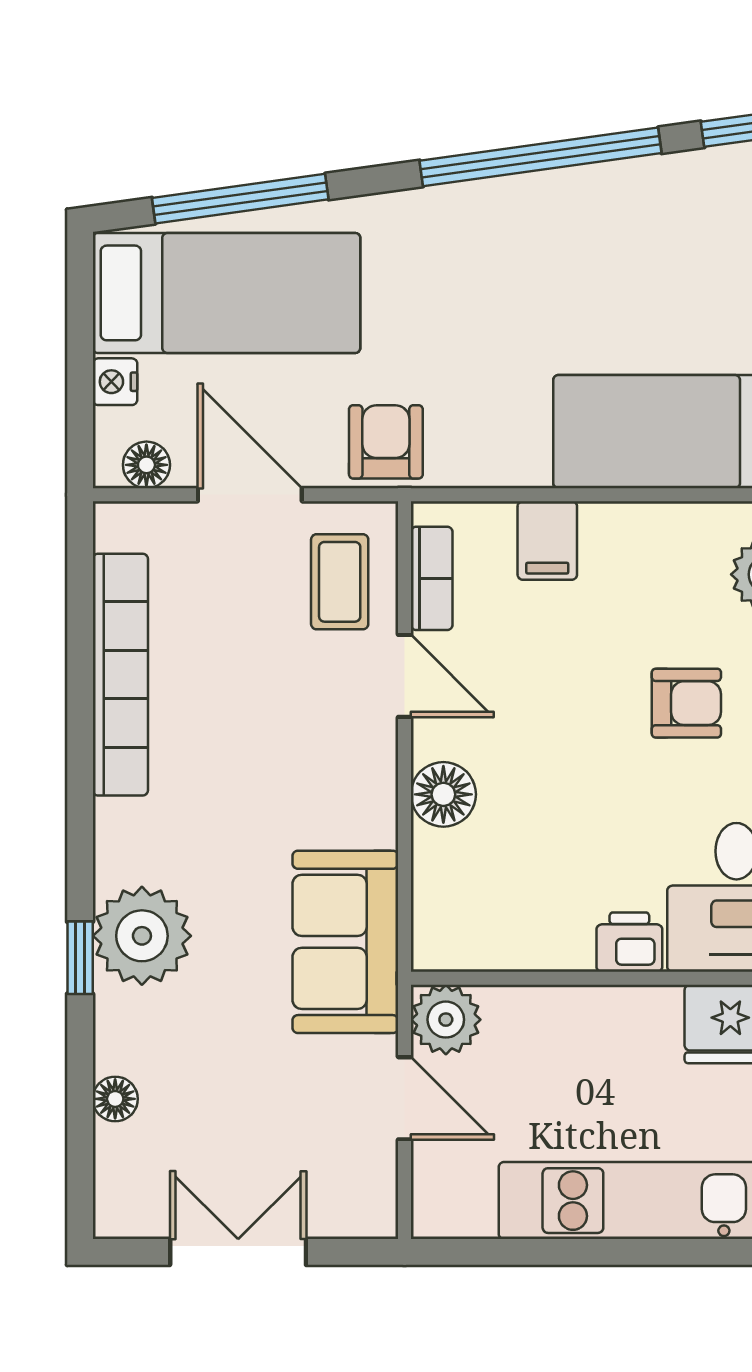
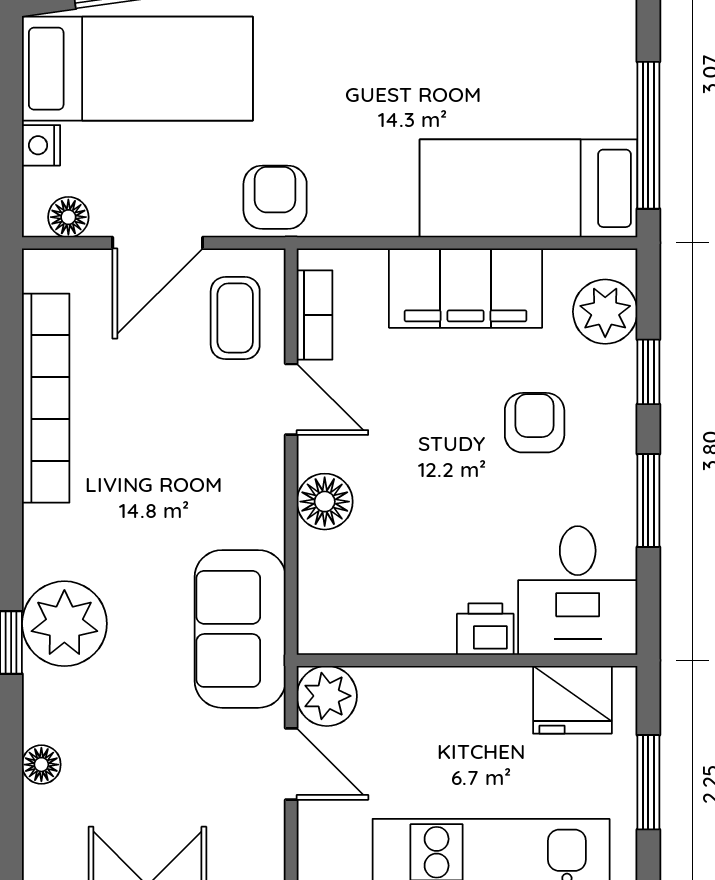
door: (250, 495) -> (158, 243), swing flipped
filing cabinet: (547, 540) -> (466, 288), width x3.00, depth x1.17
armchair: (686, 703) -> (535, 423), turned -90

